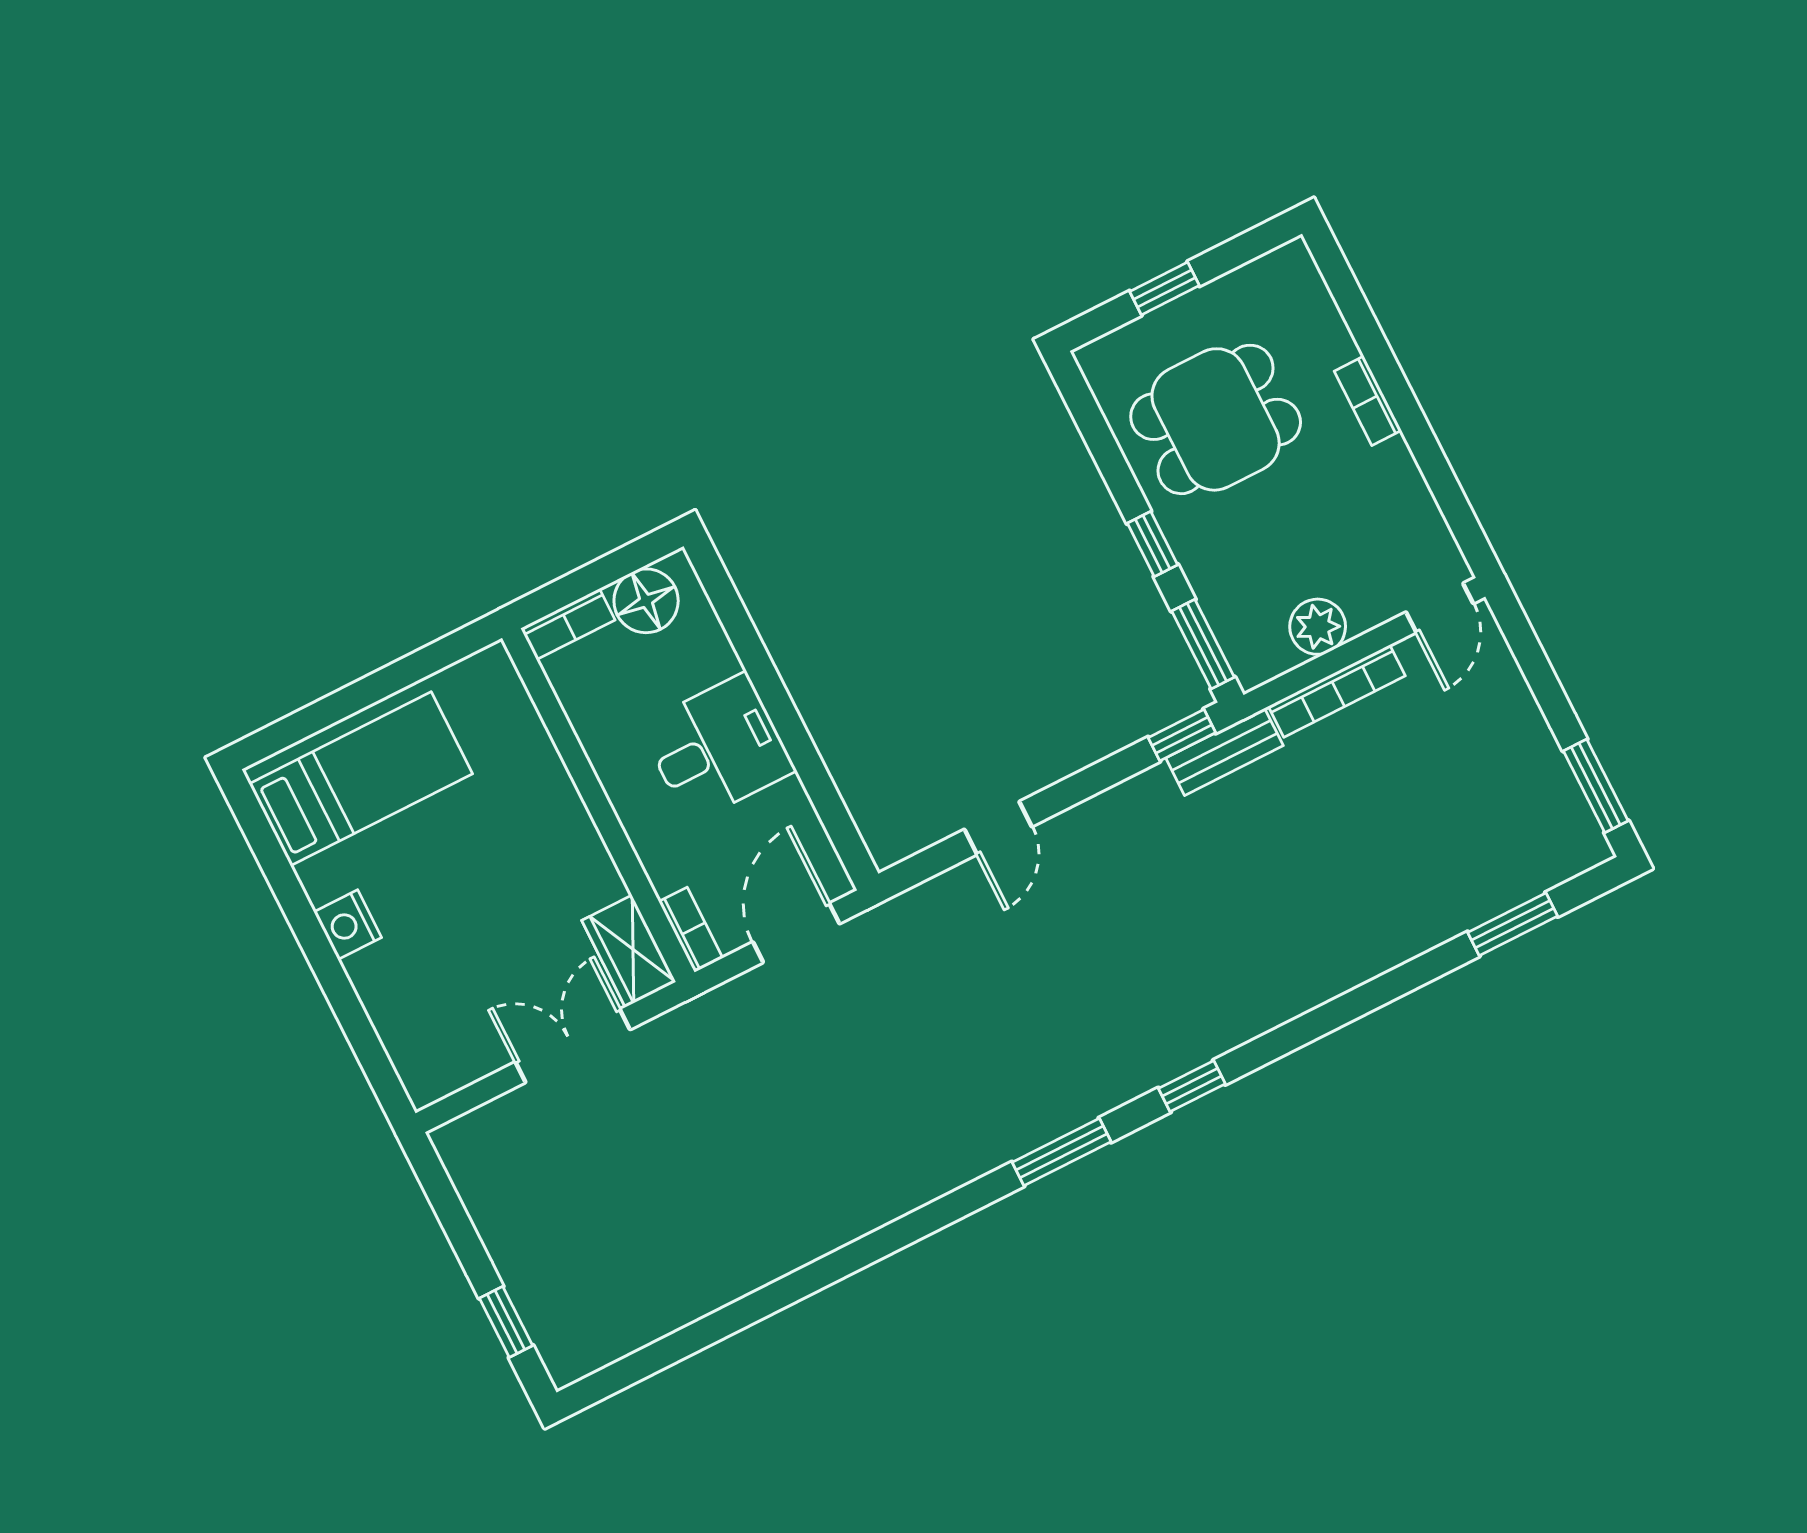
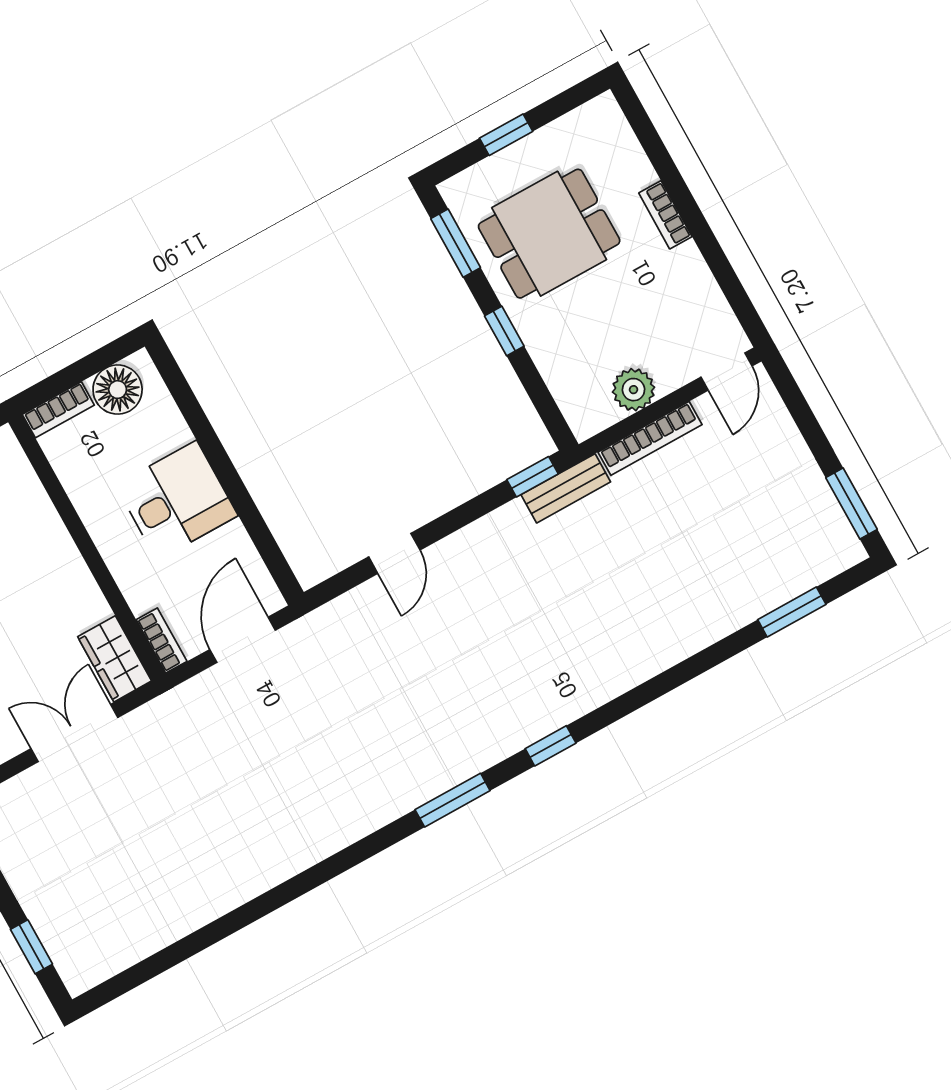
window: (1203, 644) -> (456, 243), moved

